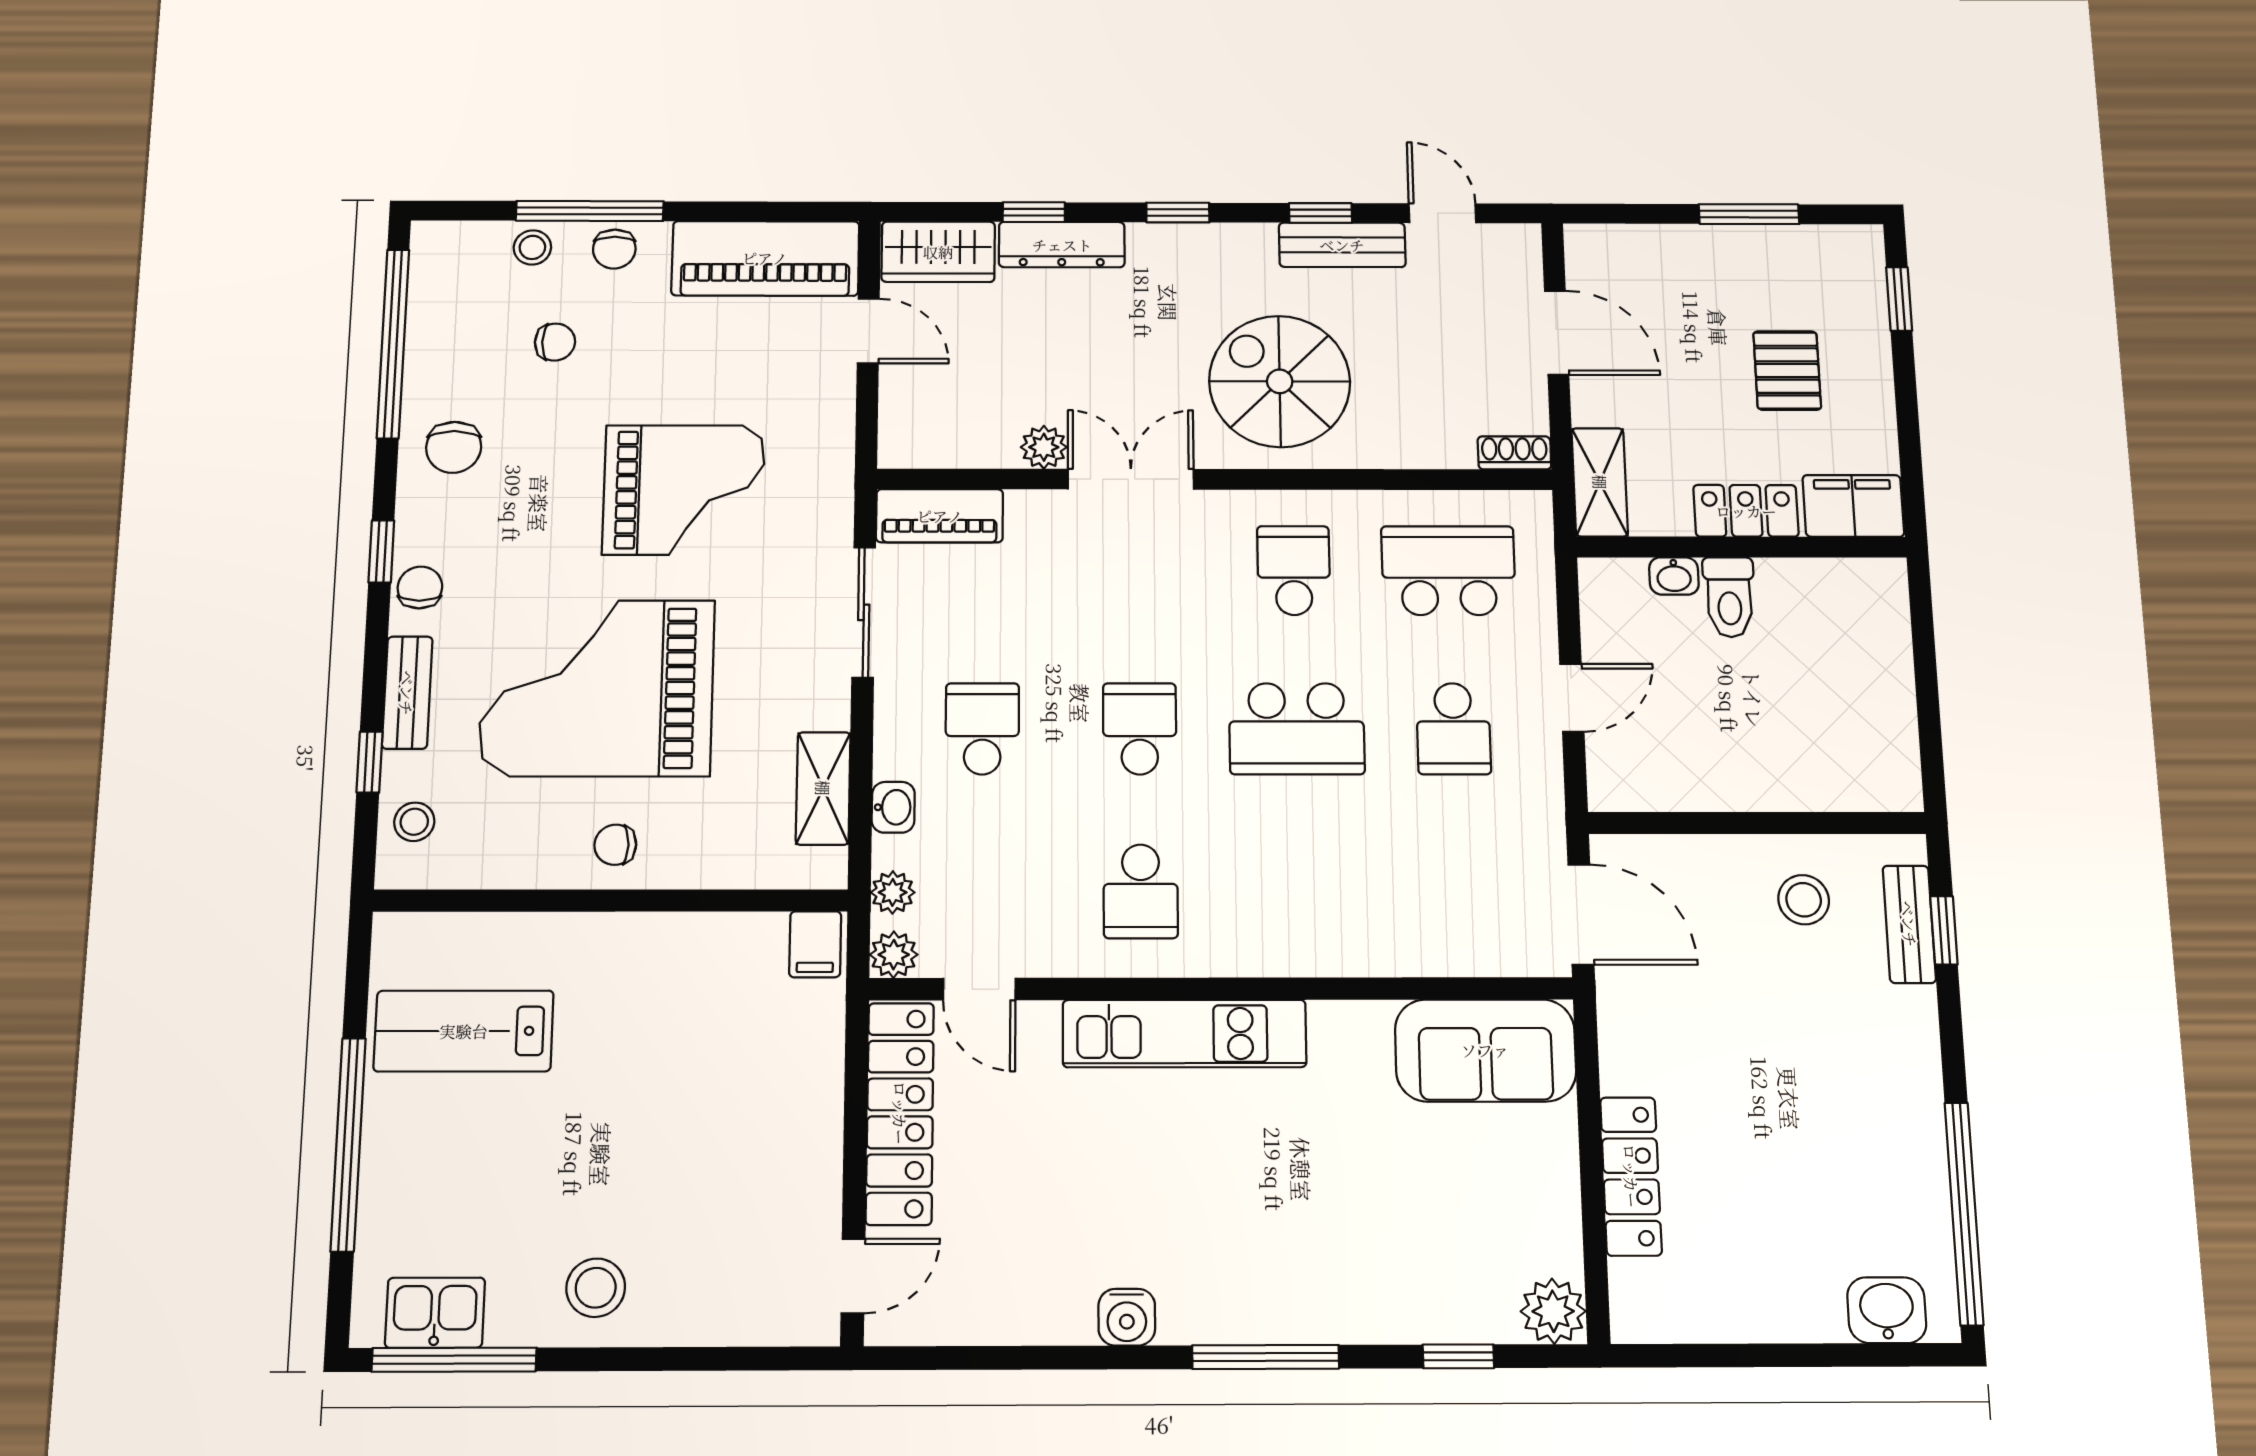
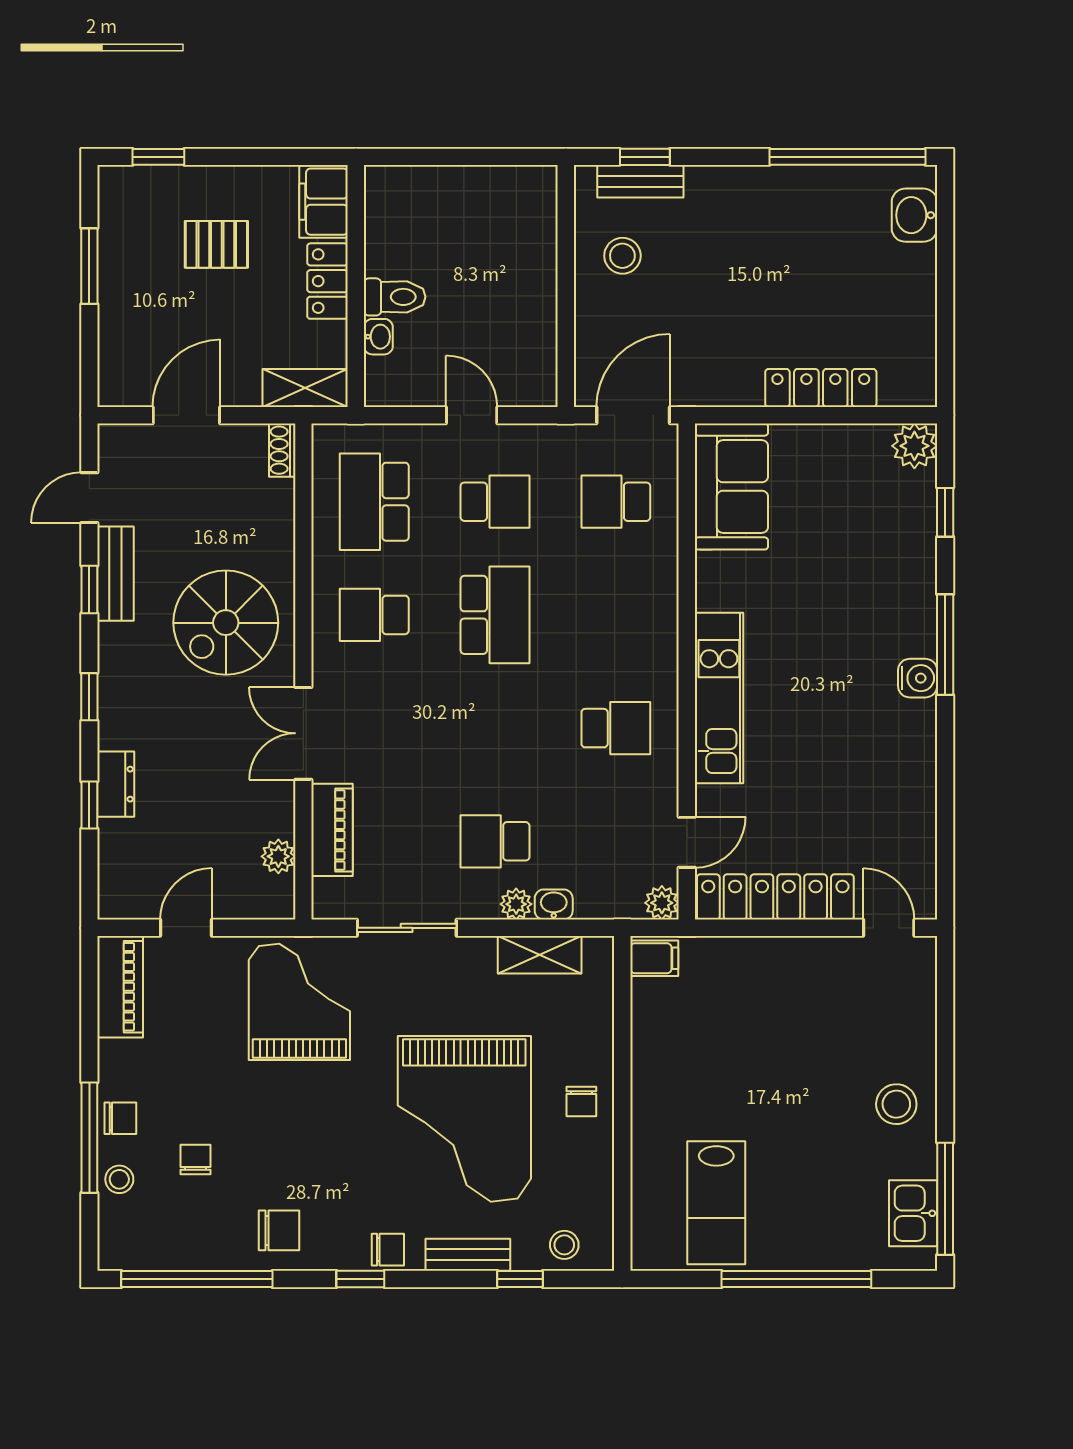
dresser: (1062, 245) -> (116, 784), width x0.70
wardrobe: (938, 252) -> (122, 876), removed
piano: (765, 258) -> (120, 987), width x0.73, depth x0.75
plant: (1044, 447) -> (278, 856), moved
grand piano: (684, 490) -> (299, 1002), moved
piano: (940, 516) -> (332, 830), moved
chair: (420, 587) -> (388, 1250), turned 180
school desk: (1140, 729) -> (616, 502), moved
plant: (893, 892) -> (516, 904), moved
water cooler: (1127, 1317) -> (918, 678), moved

